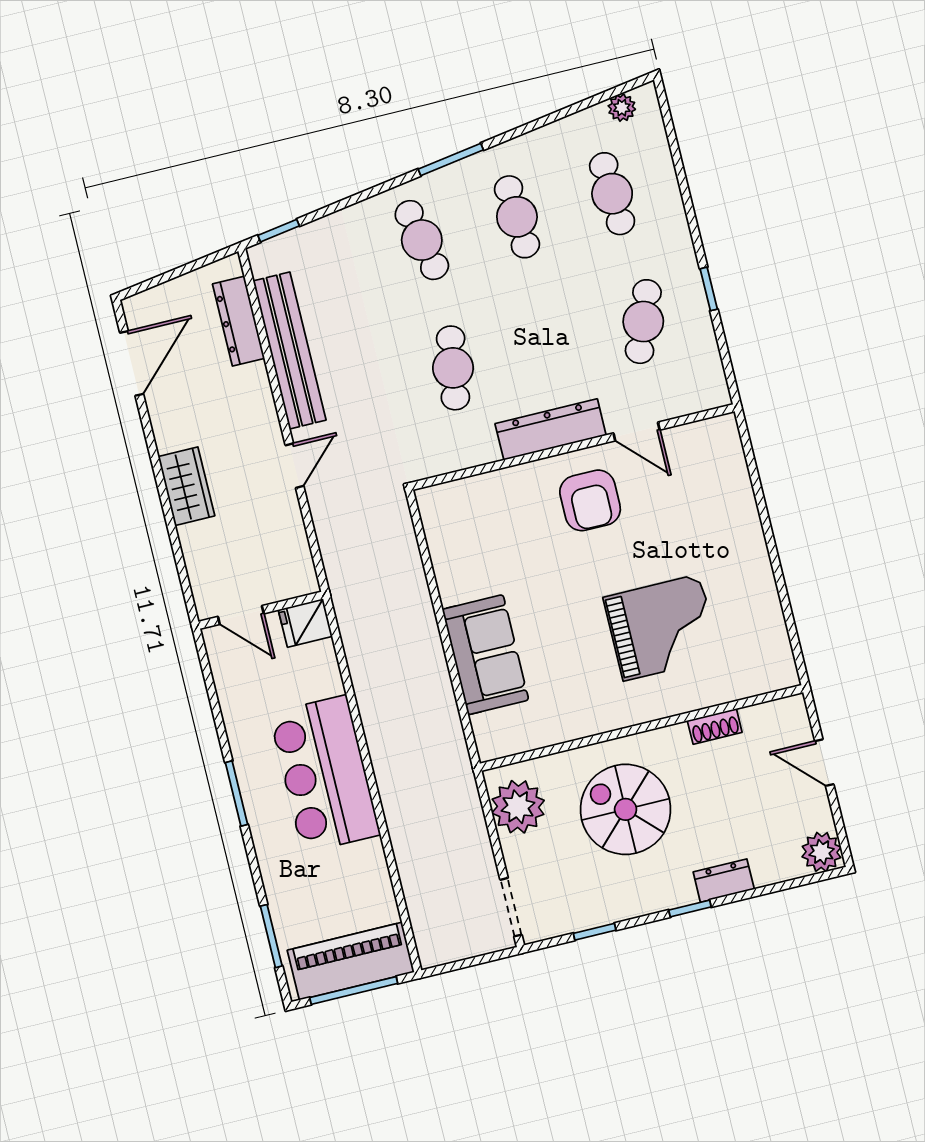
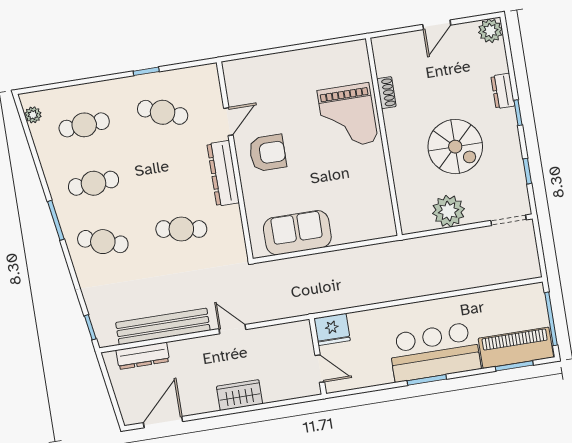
cafe table: (422, 240) -> (103, 242), turned 30
door: (132, 363) -> (163, 422), hinge flipped
door: (241, 615) -> (320, 369), hinge flipped
fridge: (305, 623) -> (332, 329), width x1.38
grand piano: (662, 628) -> (348, 116), turned 180
sofa: (485, 655) -> (297, 233), moved
shoe rack: (715, 726) -> (386, 93), moved
wall: (642, 728) -> (384, 137), moved
bar counter: (325, 774) -> (435, 352), moved, turned 180
spiral stairs: (626, 809) -> (455, 147), turned -90
piano: (351, 961) -> (516, 348), moved, turned 90

